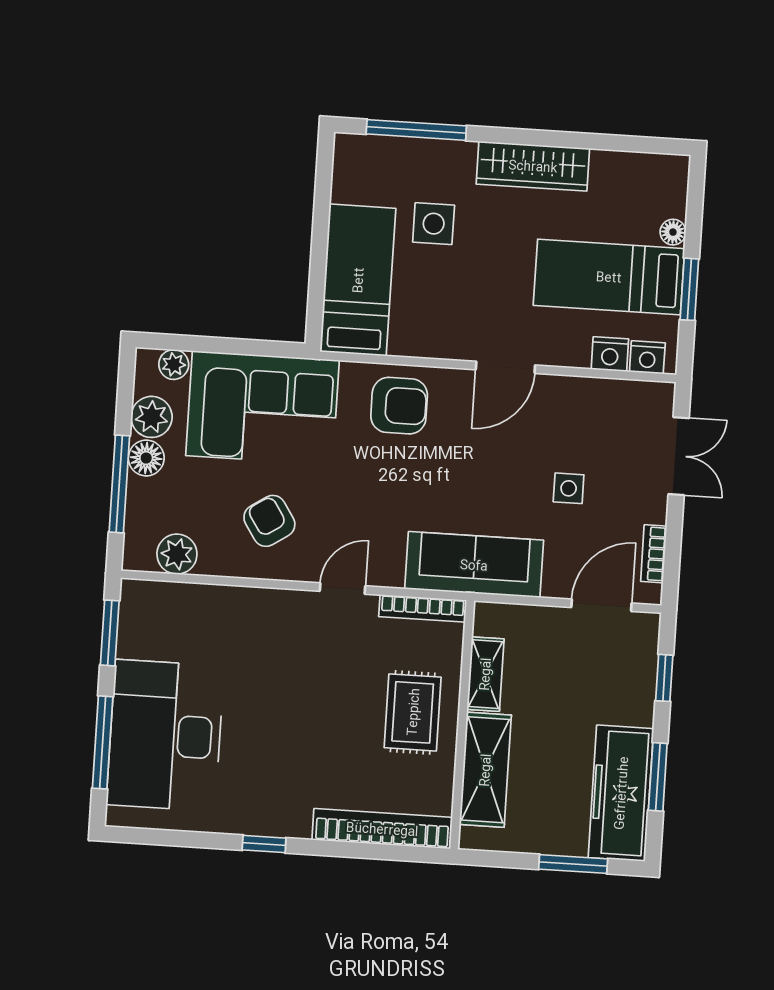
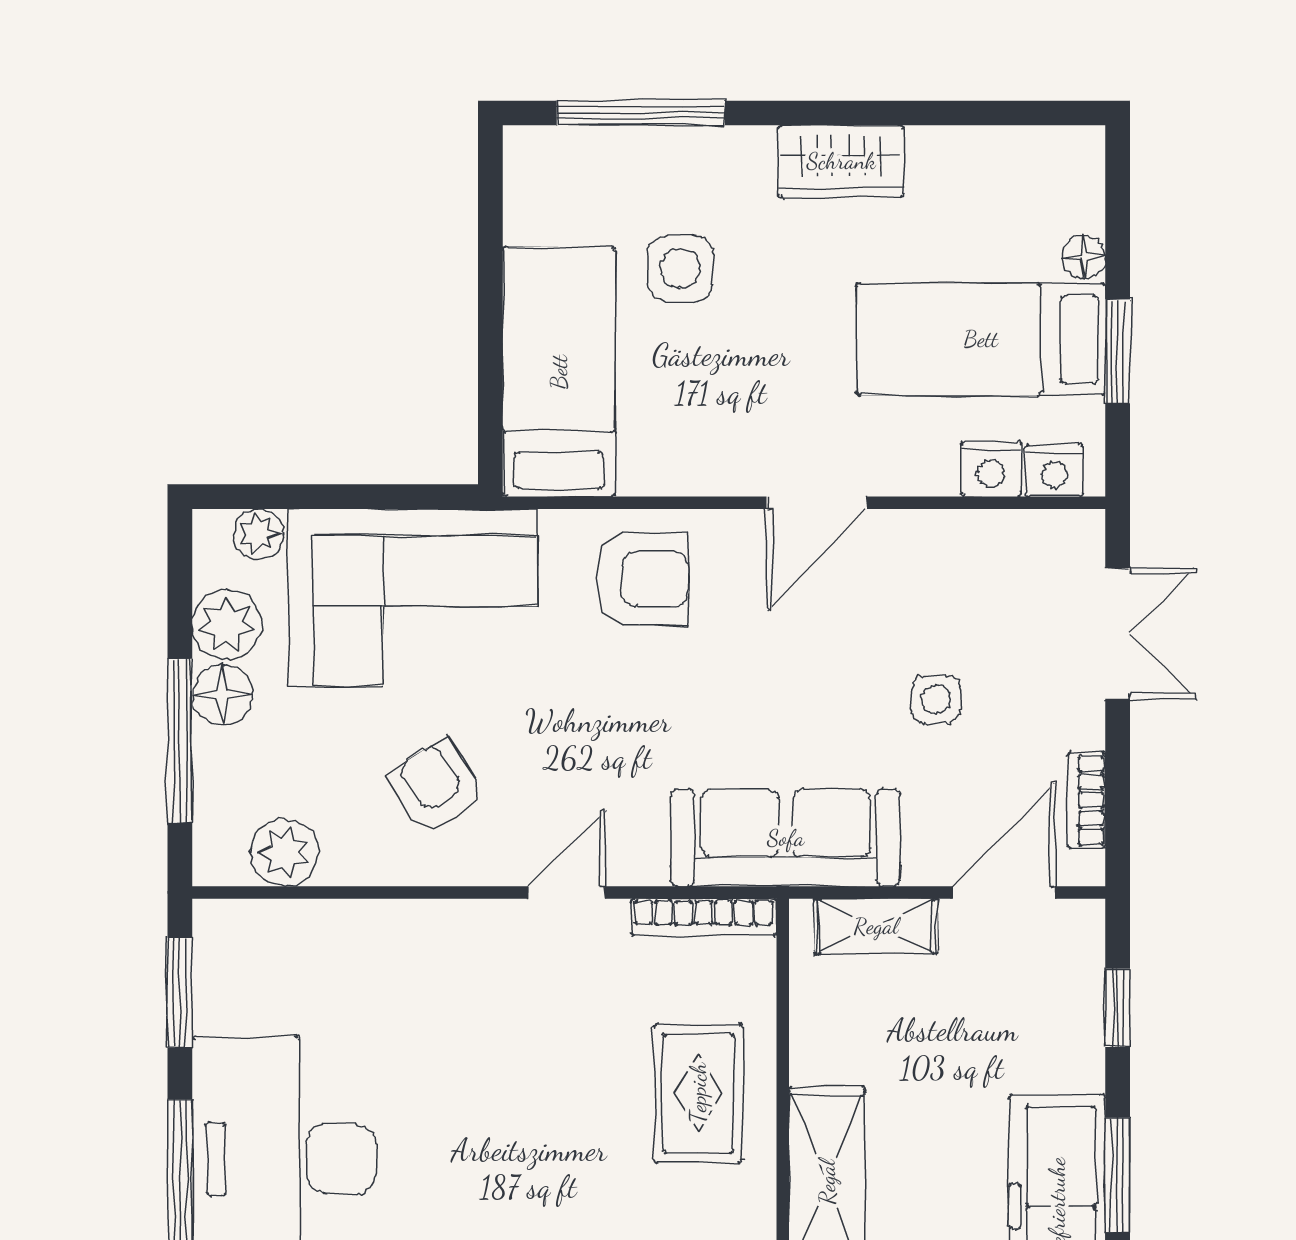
wardrobe: (533, 166) -> (841, 161), width x0.67
shelving: (485, 674) -> (876, 926), moved, turned 90

